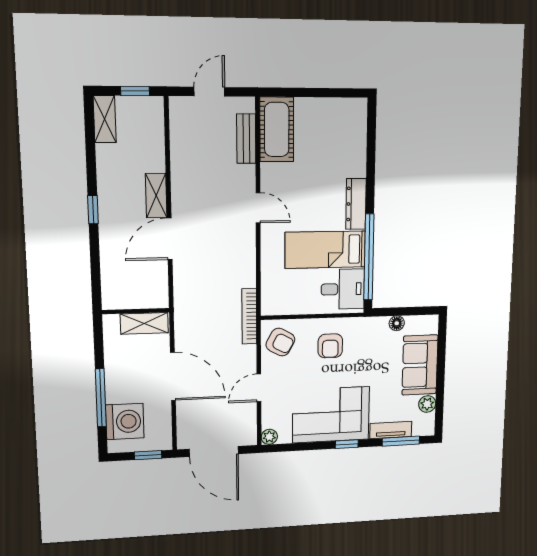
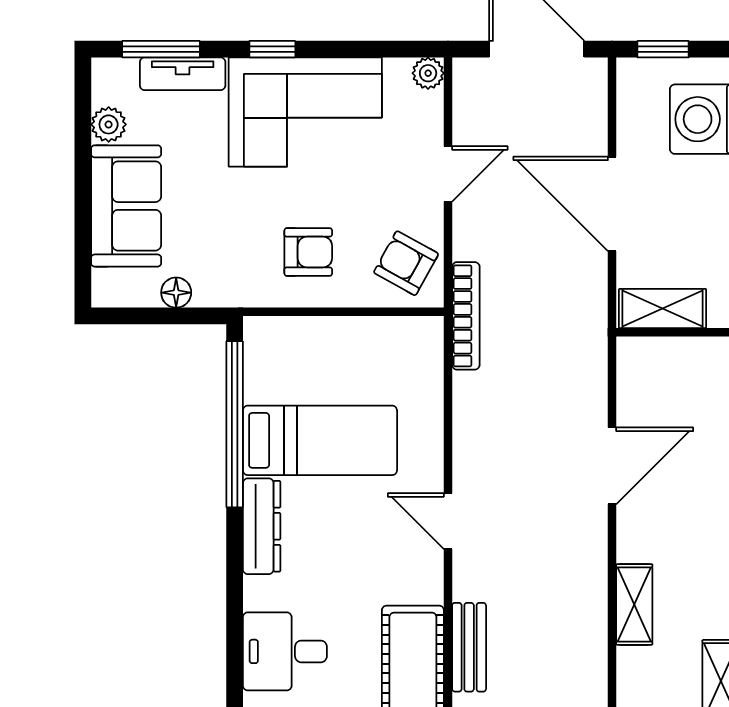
shelving: (156, 196) -> (634, 604), moved
desk: (343, 289) -> (285, 651), moved
armchair: (330, 346) -> (308, 252), turned 90

